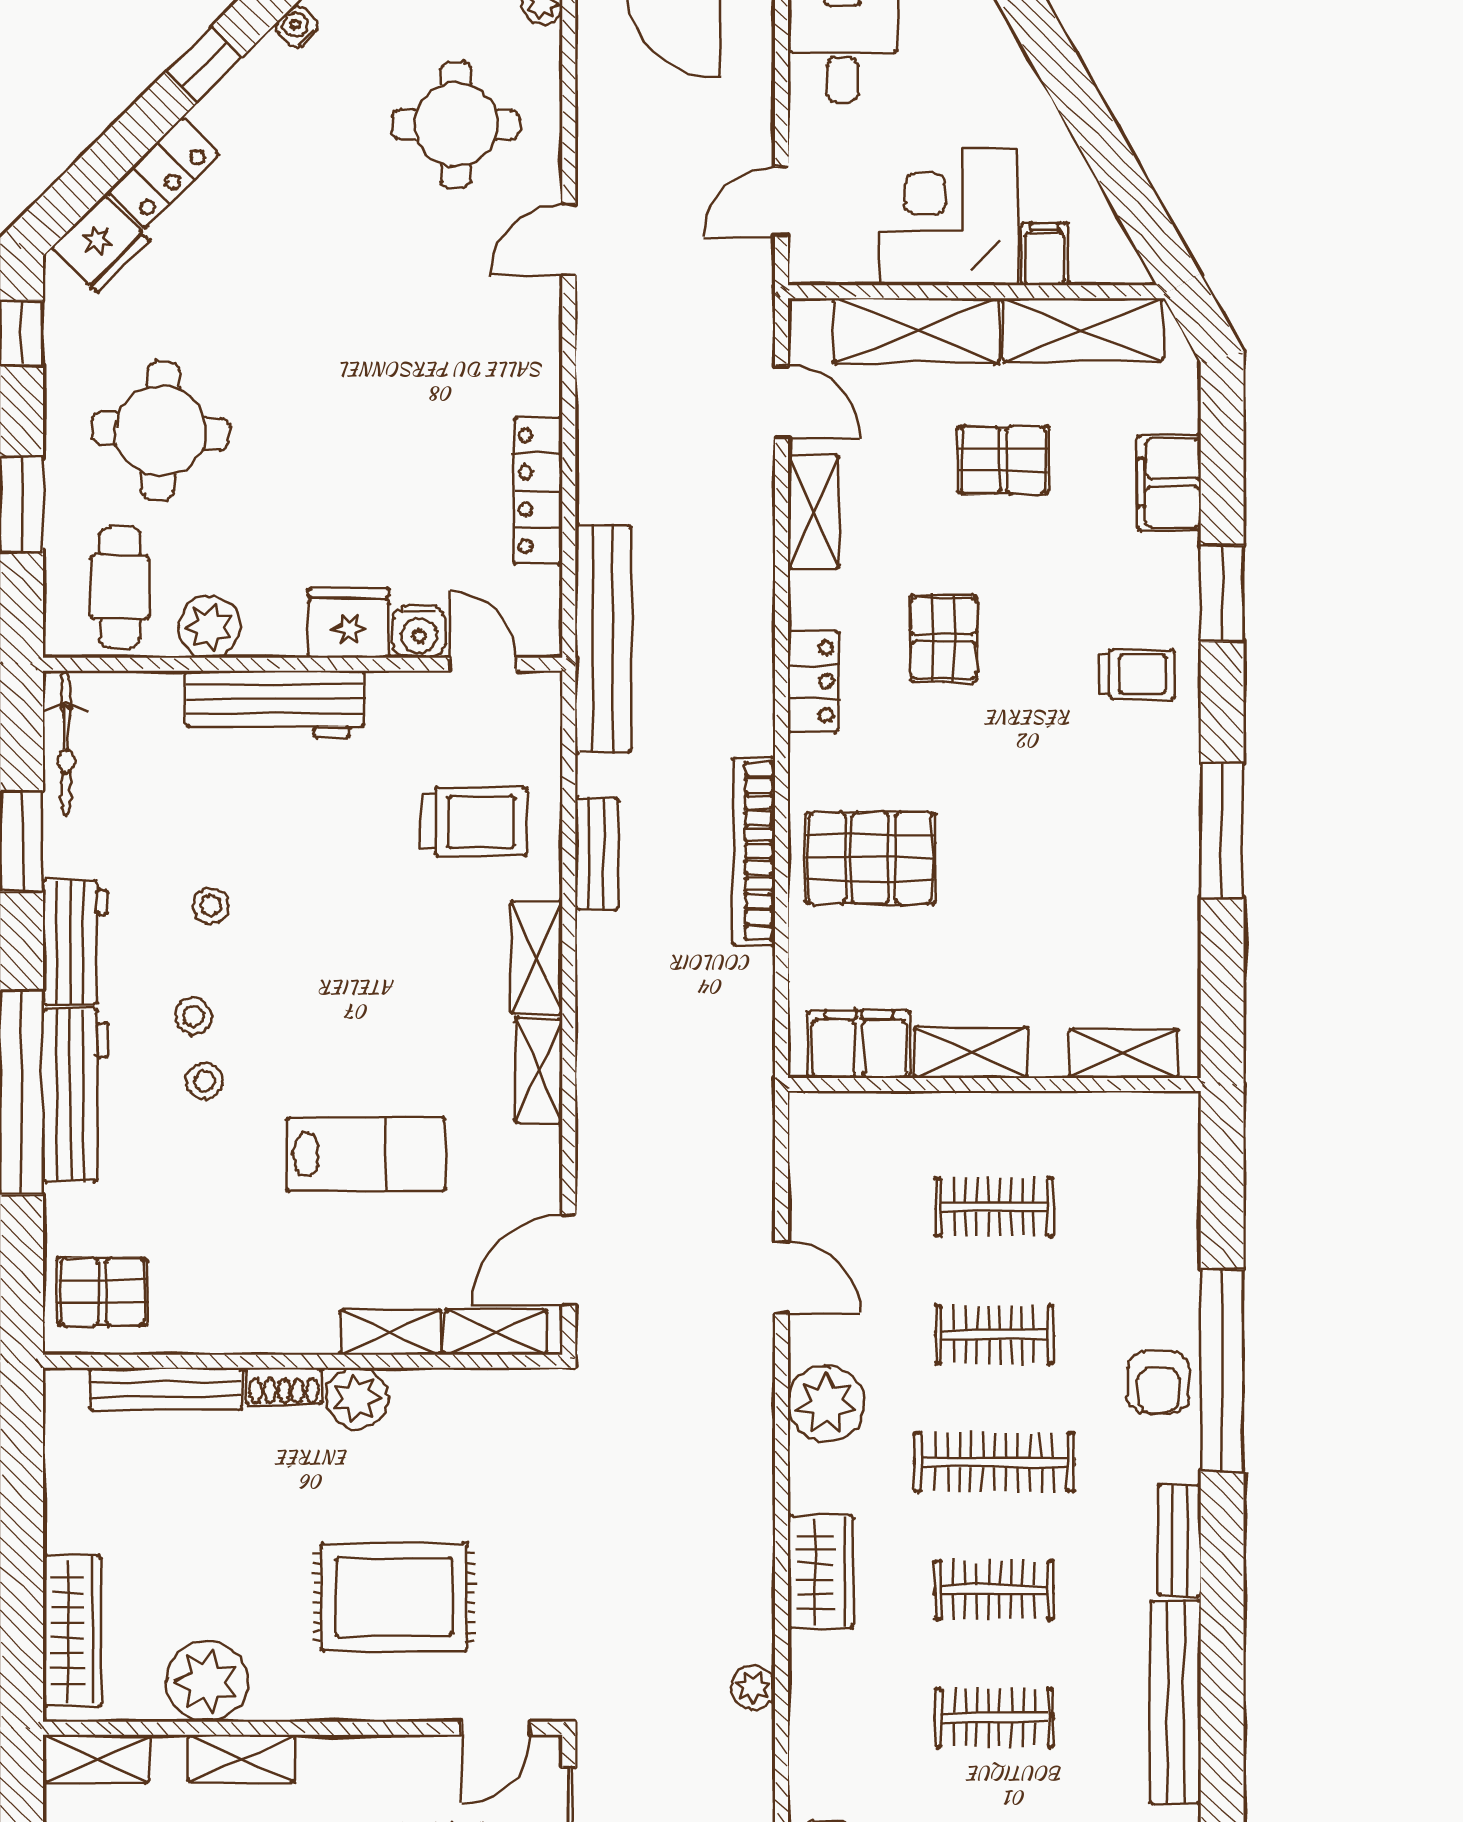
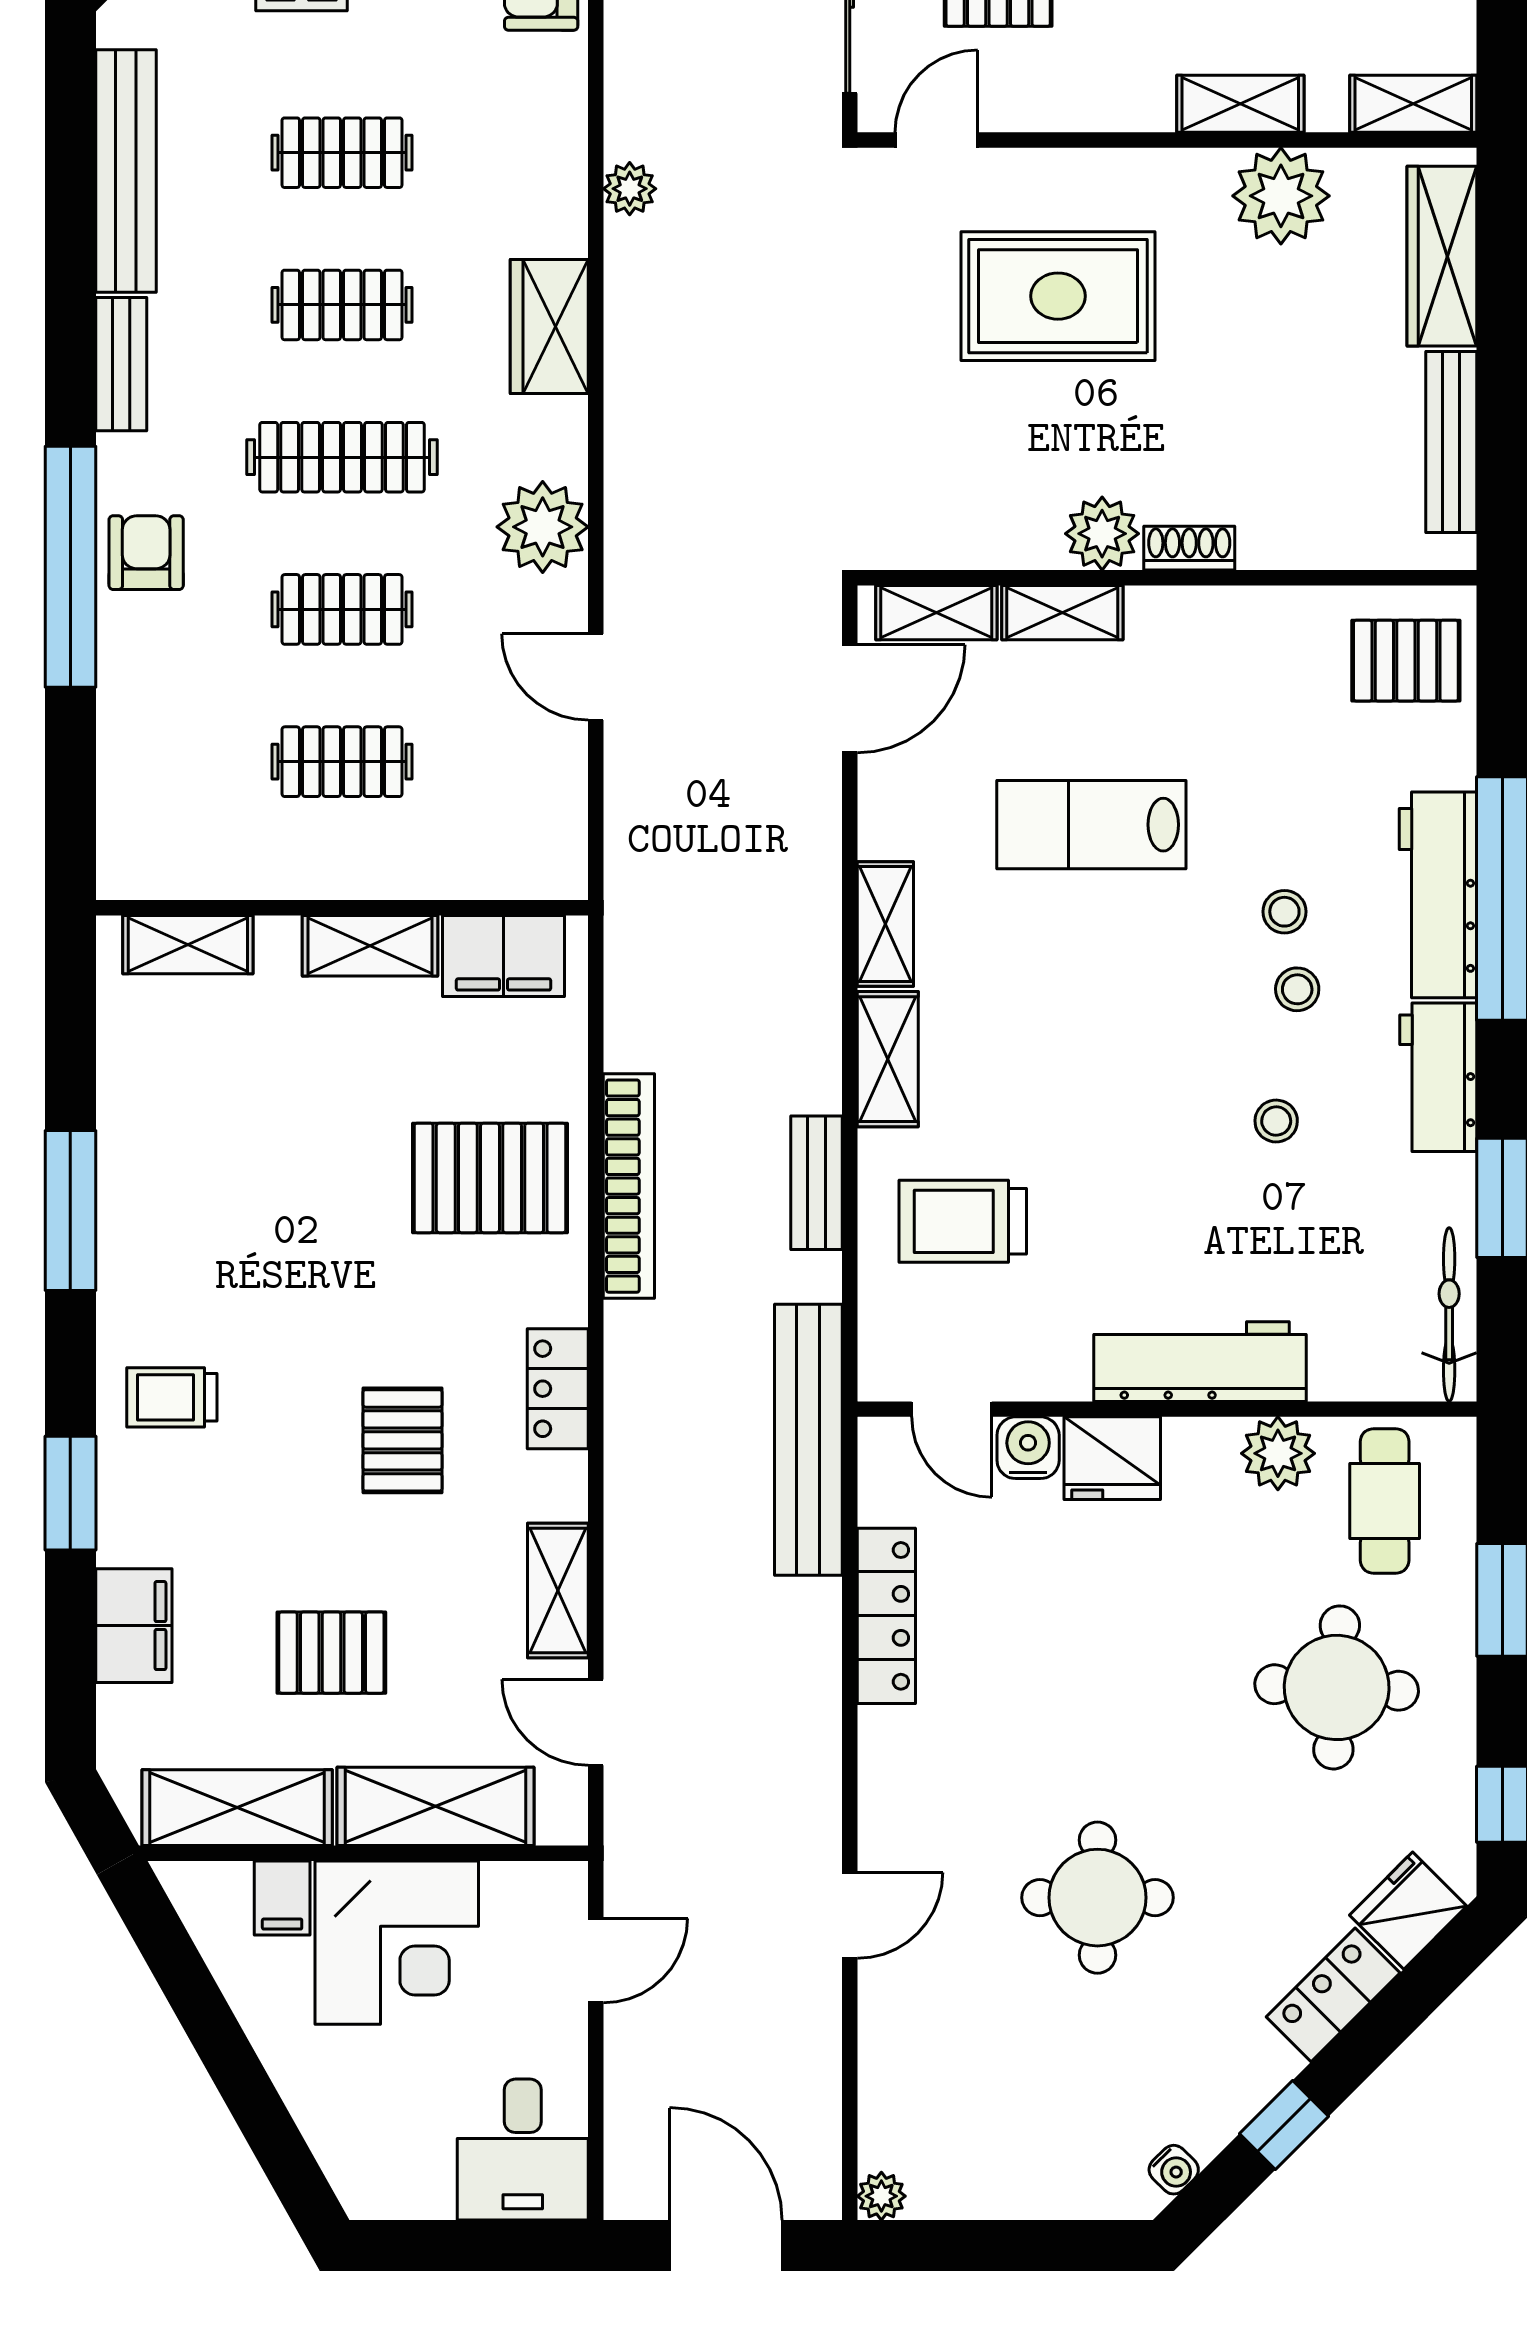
round table: (456, 124) -> (1097, 1898), moved
bench: (166, 1389) -> (1451, 442), moved, turned 90

